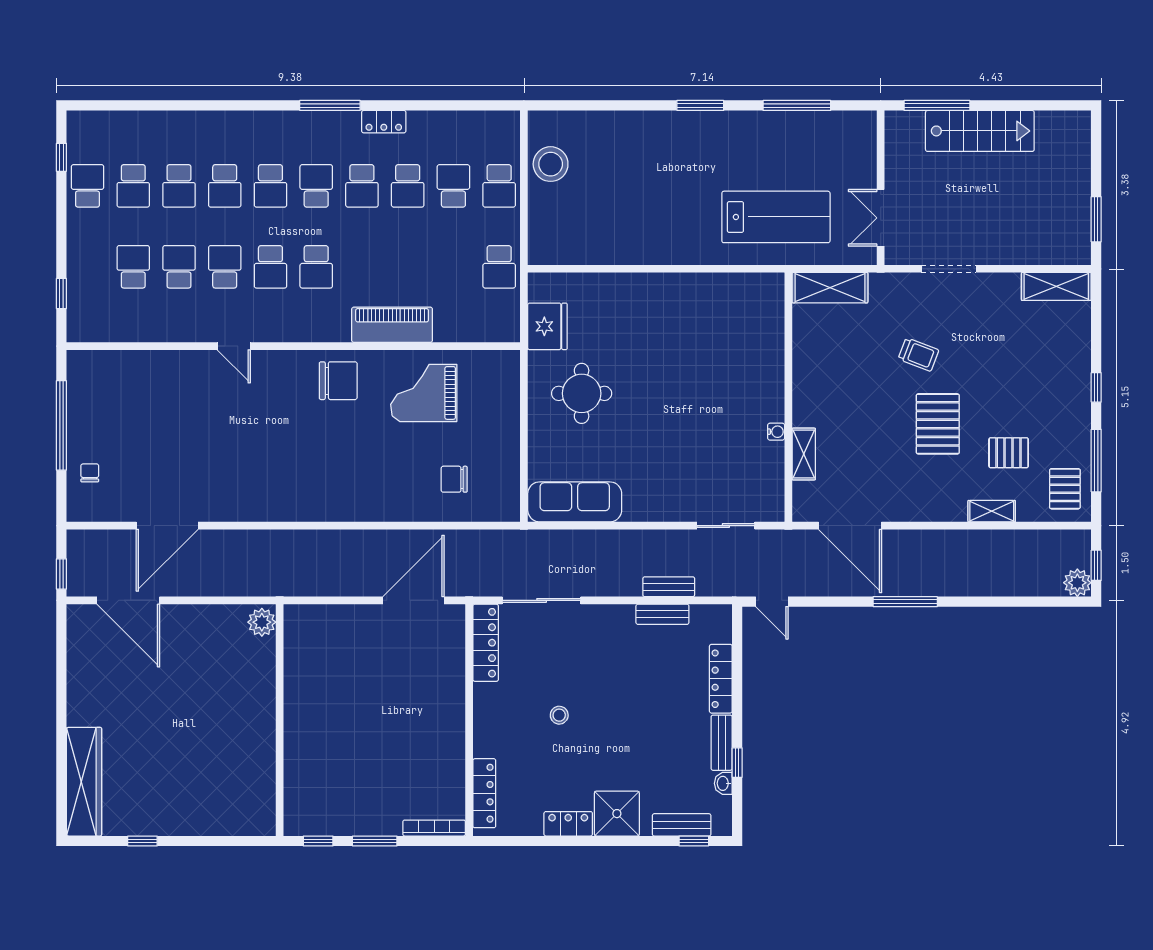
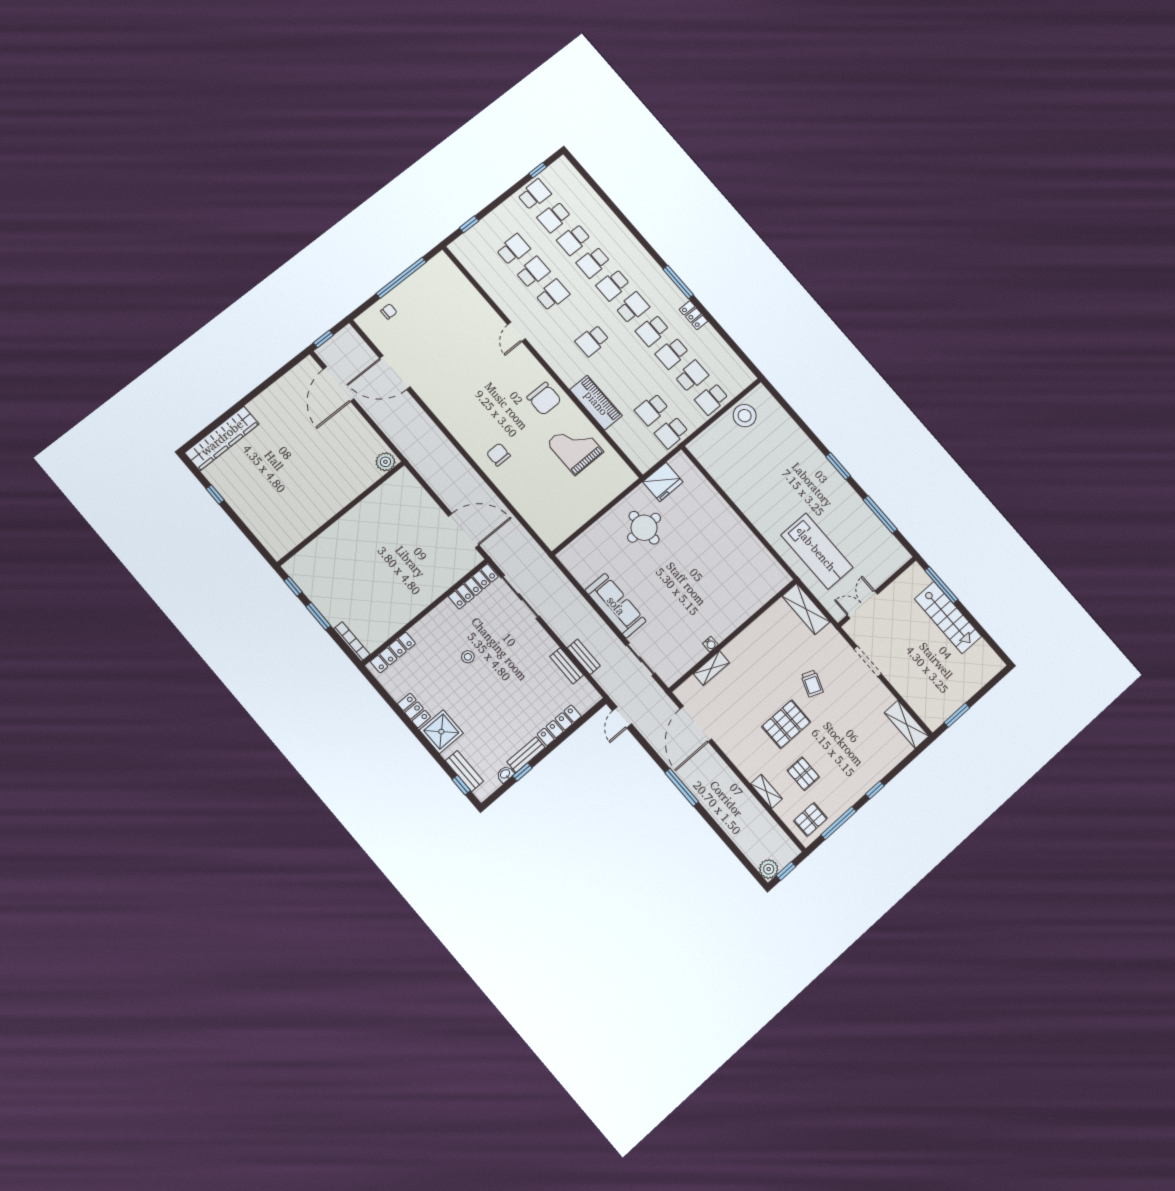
school desk: (270, 267) -> (652, 409), moved
chair: (454, 479) -> (498, 455), moved
sofa: (575, 502) -> (616, 606), moved

